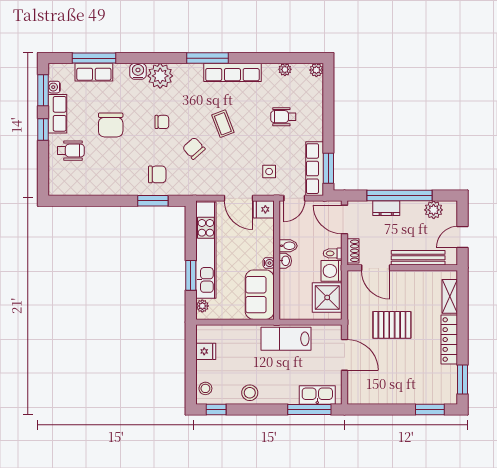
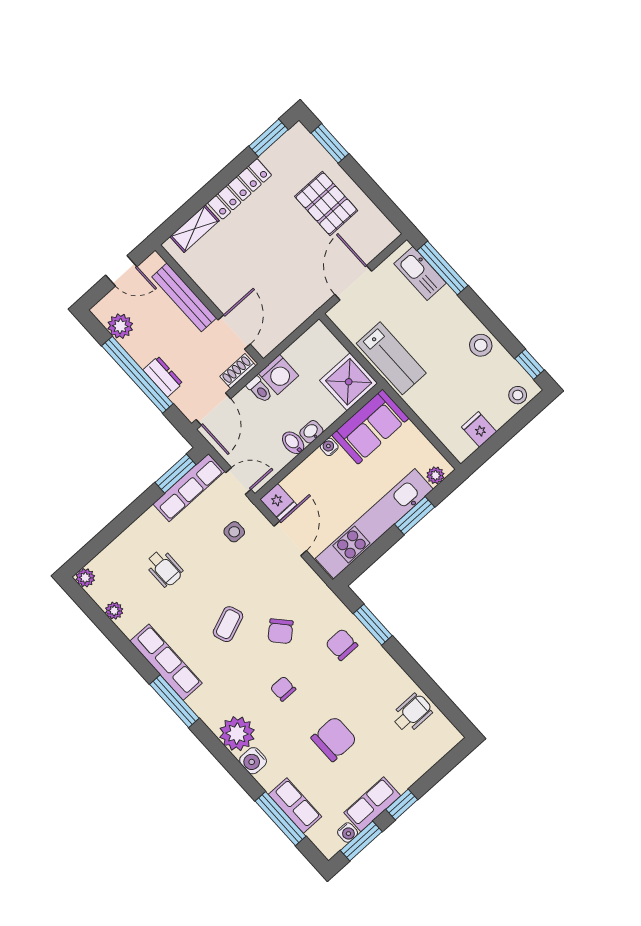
wheelchair: (71, 151) -> (412, 713), moved, turned 90
shower: (327, 297) -> (349, 382), moved
pallet: (392, 325) -> (326, 203), moved

